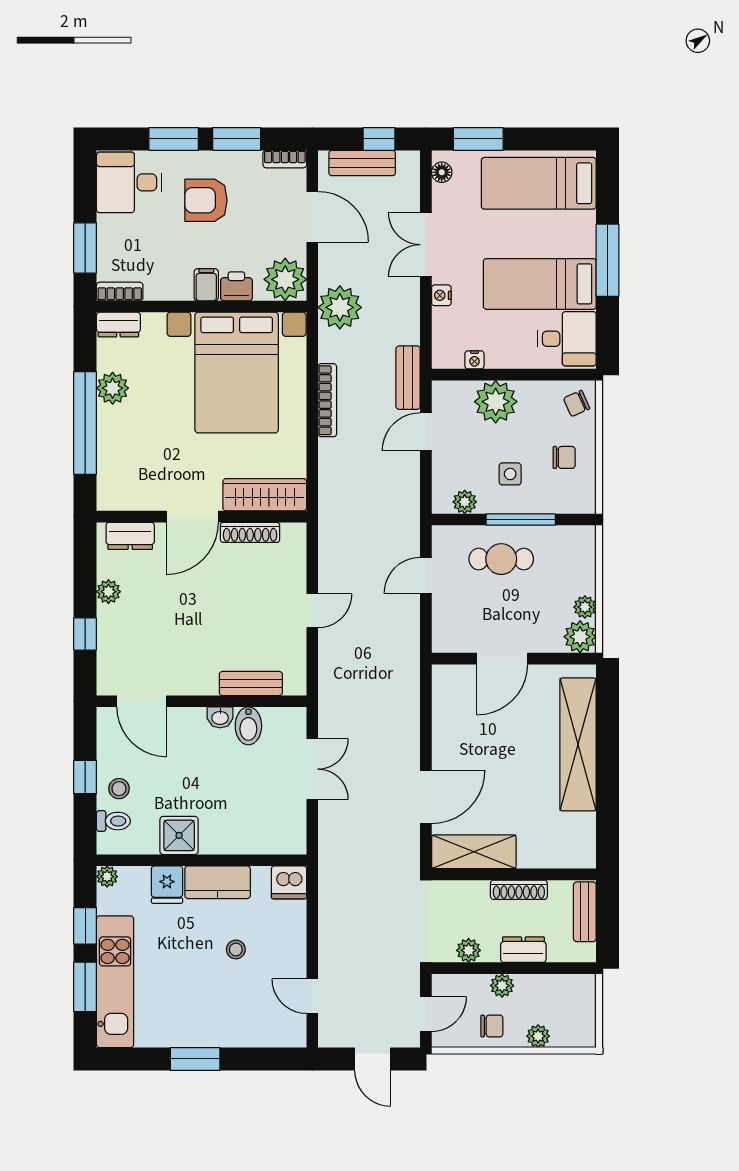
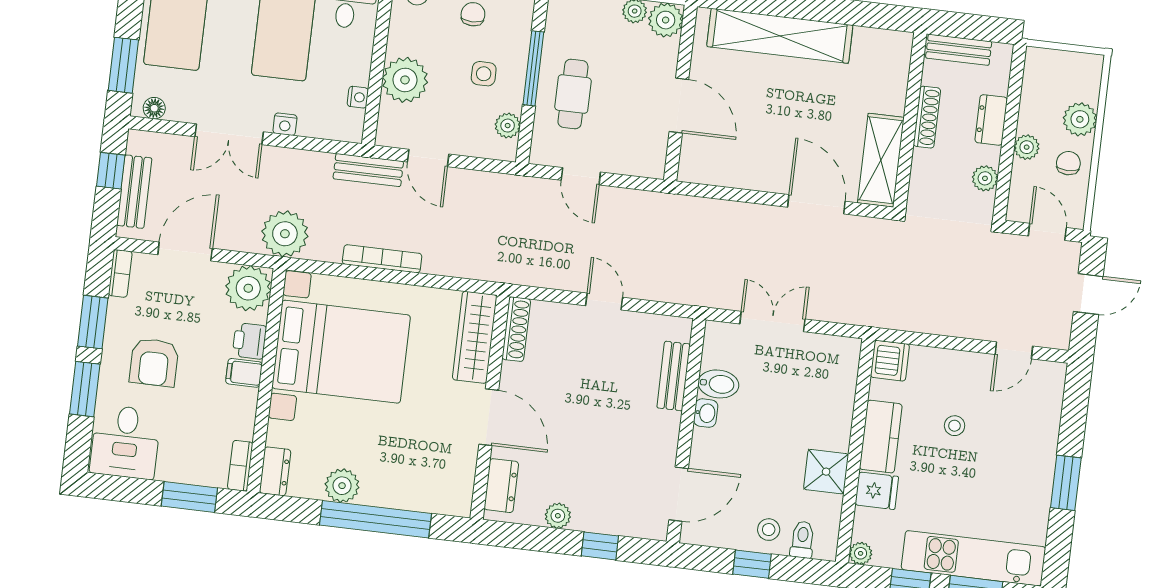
shoe rack: (250, 532) -> (516, 329), moved
plant: (538, 1036) -> (1080, 119), width x1.38, depth x1.38

